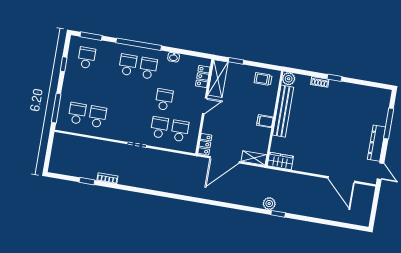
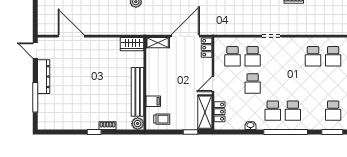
filing cabinet: (265, 121) -> (153, 101), moved

